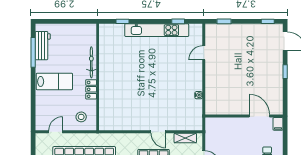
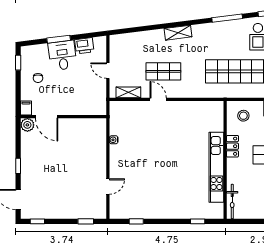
kitchen unit: (157, 30) -> (216, 167), moved, turned -90
bicycle: (91, 62) -> (232, 202), moved
plant: (277, 109) -> (27, 125), added

